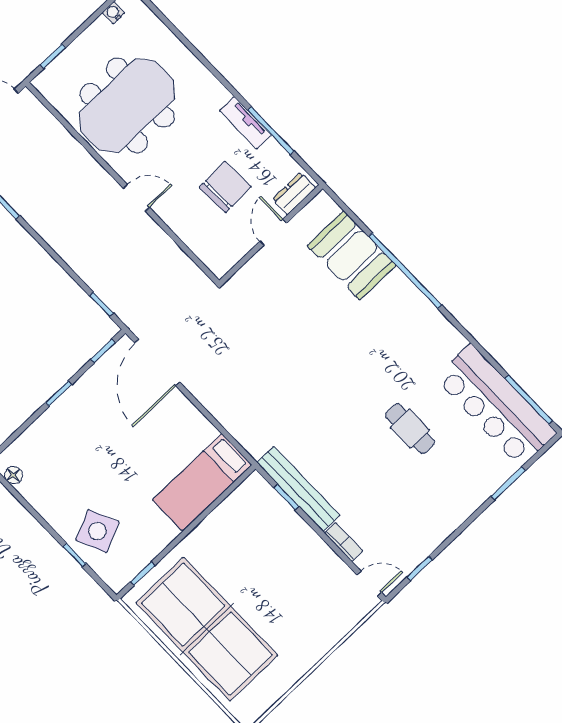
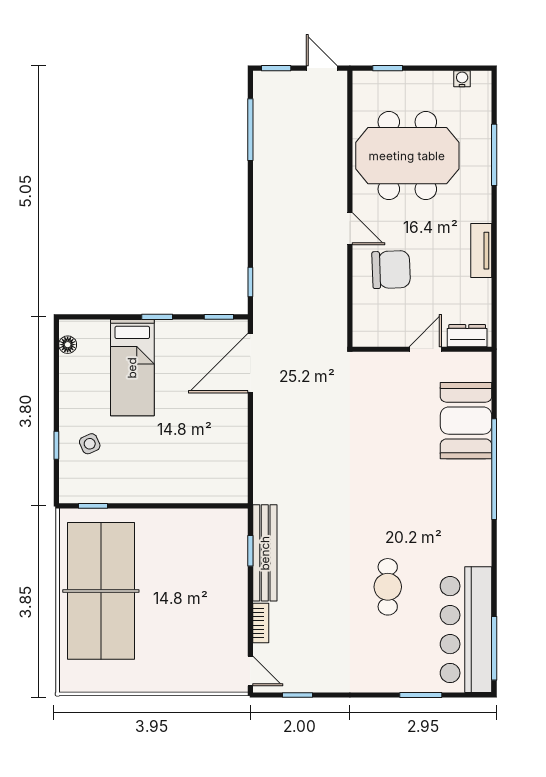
window: (271, 131) -> (494, 155), moved
chair: (225, 187) -> (391, 270), moved
bed: (202, 482) -> (132, 368), moved, turned -90
side table: (97, 531) -> (90, 444), width x0.54, depth x0.54

